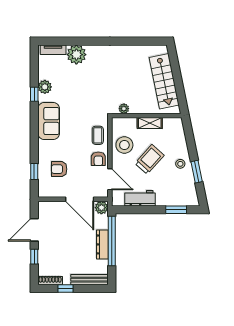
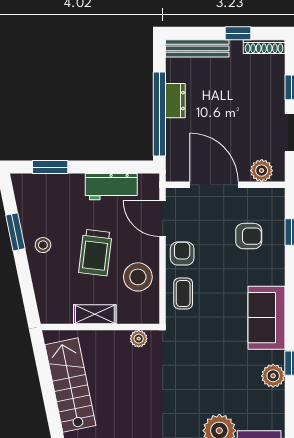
trolley: (149, 159) -> (95, 253), turned -35
plant: (101, 208) -> (262, 171), moved
dresser: (102, 244) -> (175, 101), width x0.70

